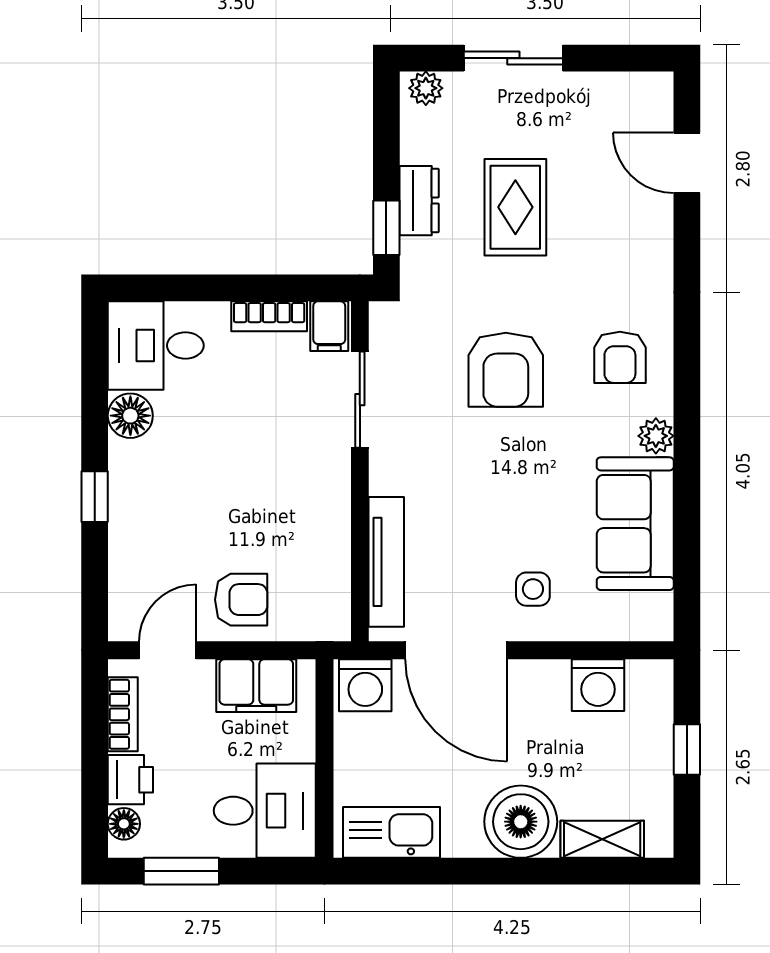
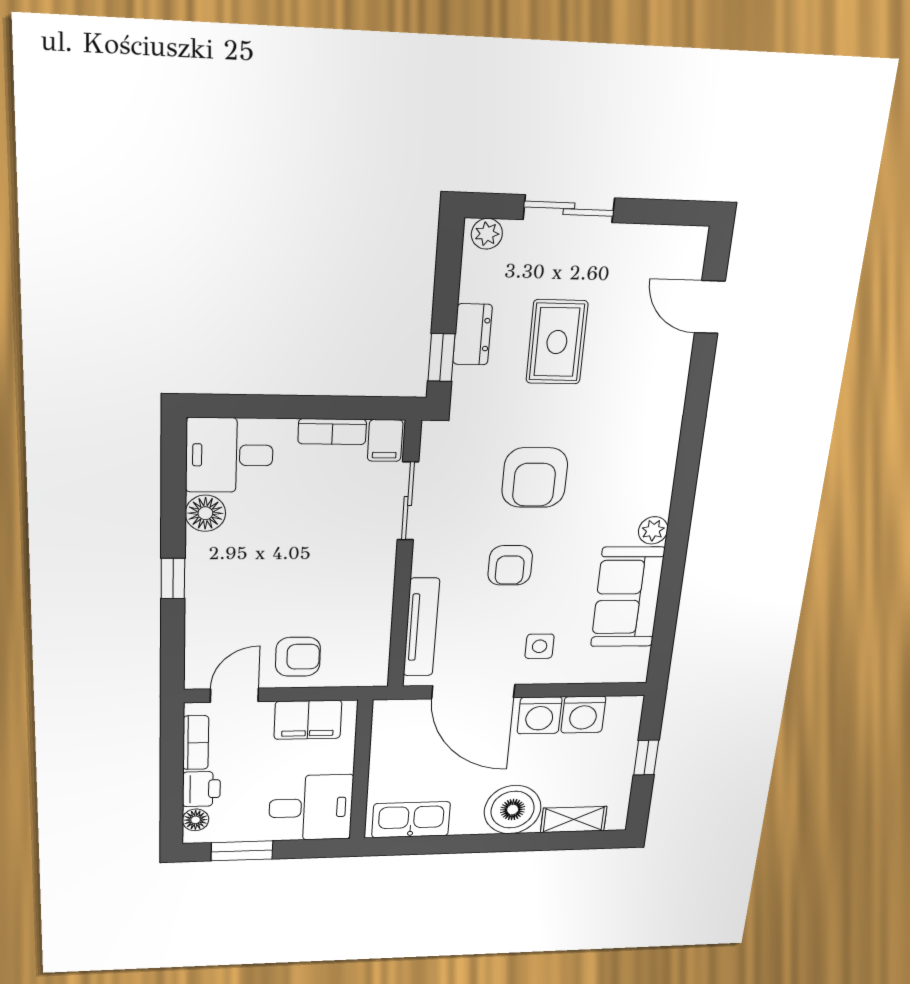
armchair: (620, 357) -> (510, 565), moved
washing machine: (365, 685) -> (540, 715), moved

